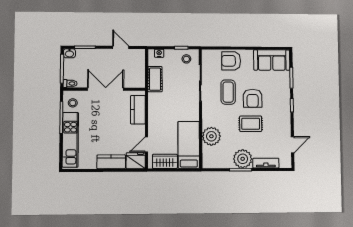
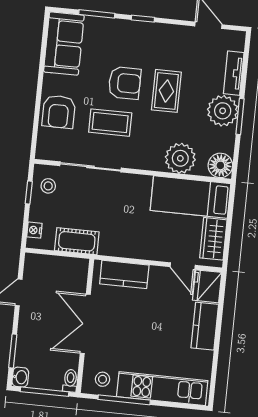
floor lamp: (210, 161) -> (220, 165), added

